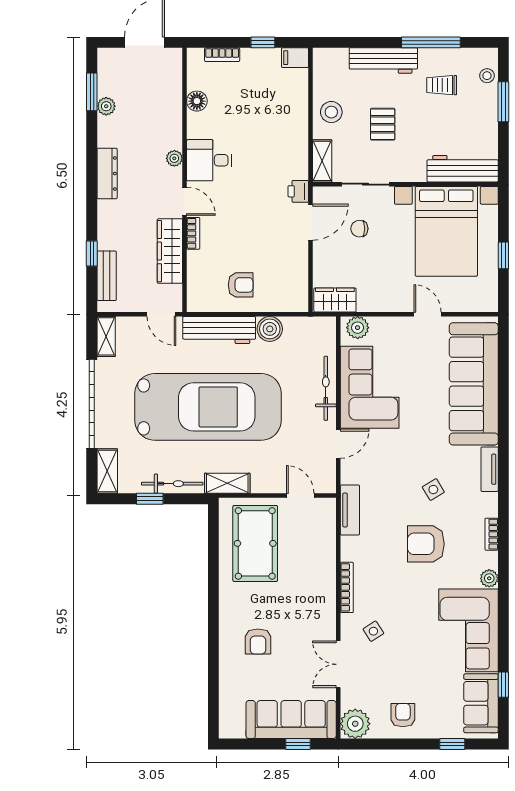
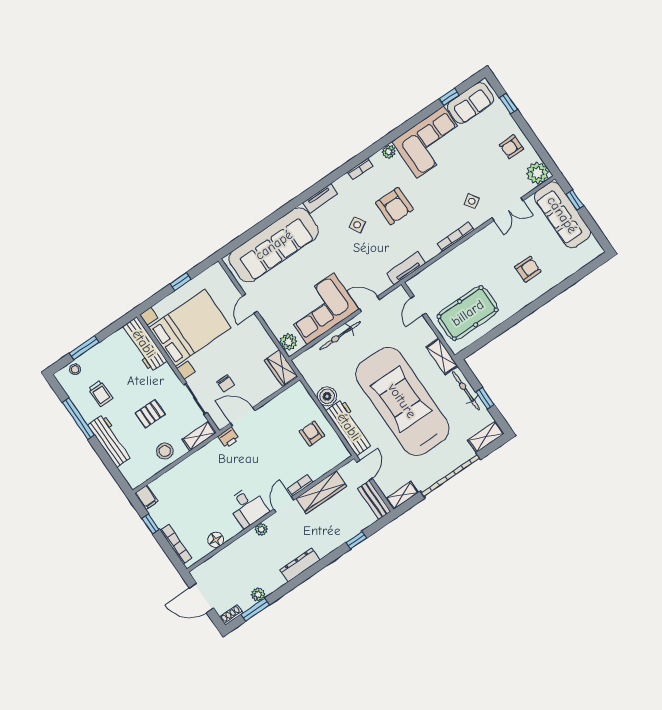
bookcase: (222, 55) -> (176, 544), width x1.56
shoe rack: (104, 62) -> (231, 615), added
bench: (107, 276) -> (374, 500), moved, turned 90

